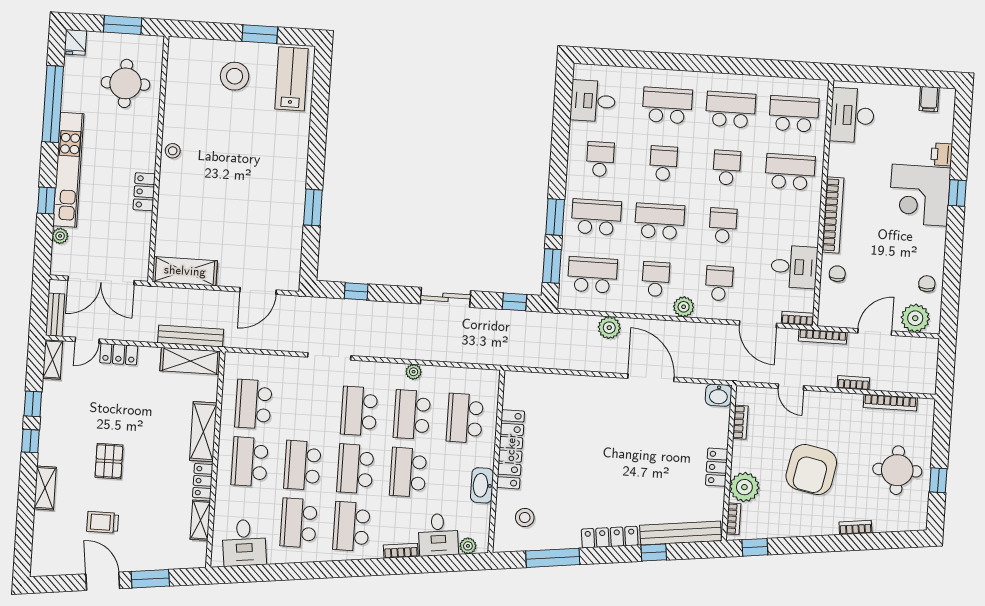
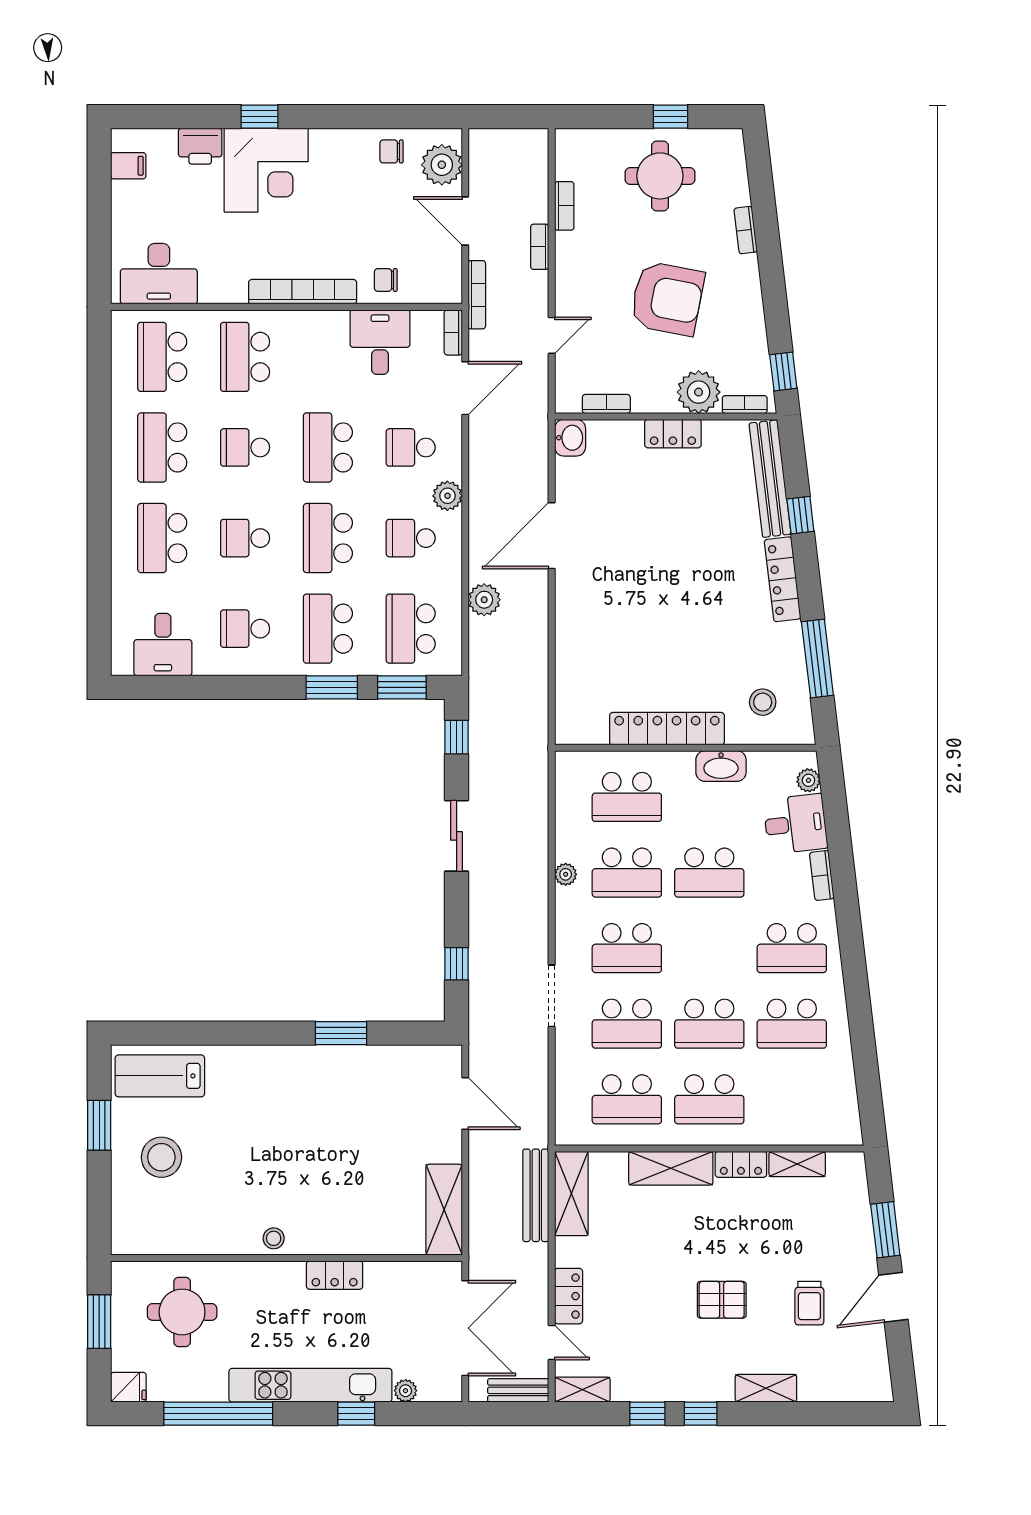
printer: (942, 154) -> (200, 146), width x1.36, depth x1.24
school desk: (723, 225) -> (328, 447), width x1.85
bookcase: (890, 402) -> (564, 206), width x0.64
school desk: (355, 469) -> (627, 1024), moved
desk: (244, 543) -> (825, 1100), removed

